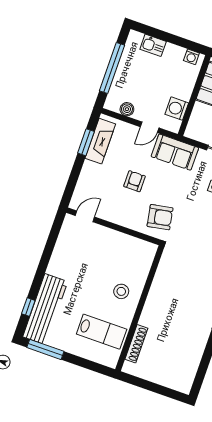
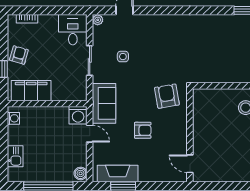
boiler: (127, 109) -> (81, 173), moved
washing machine: (177, 109) -> (78, 115), moved
armchair: (134, 181) -> (143, 130), turned 180

